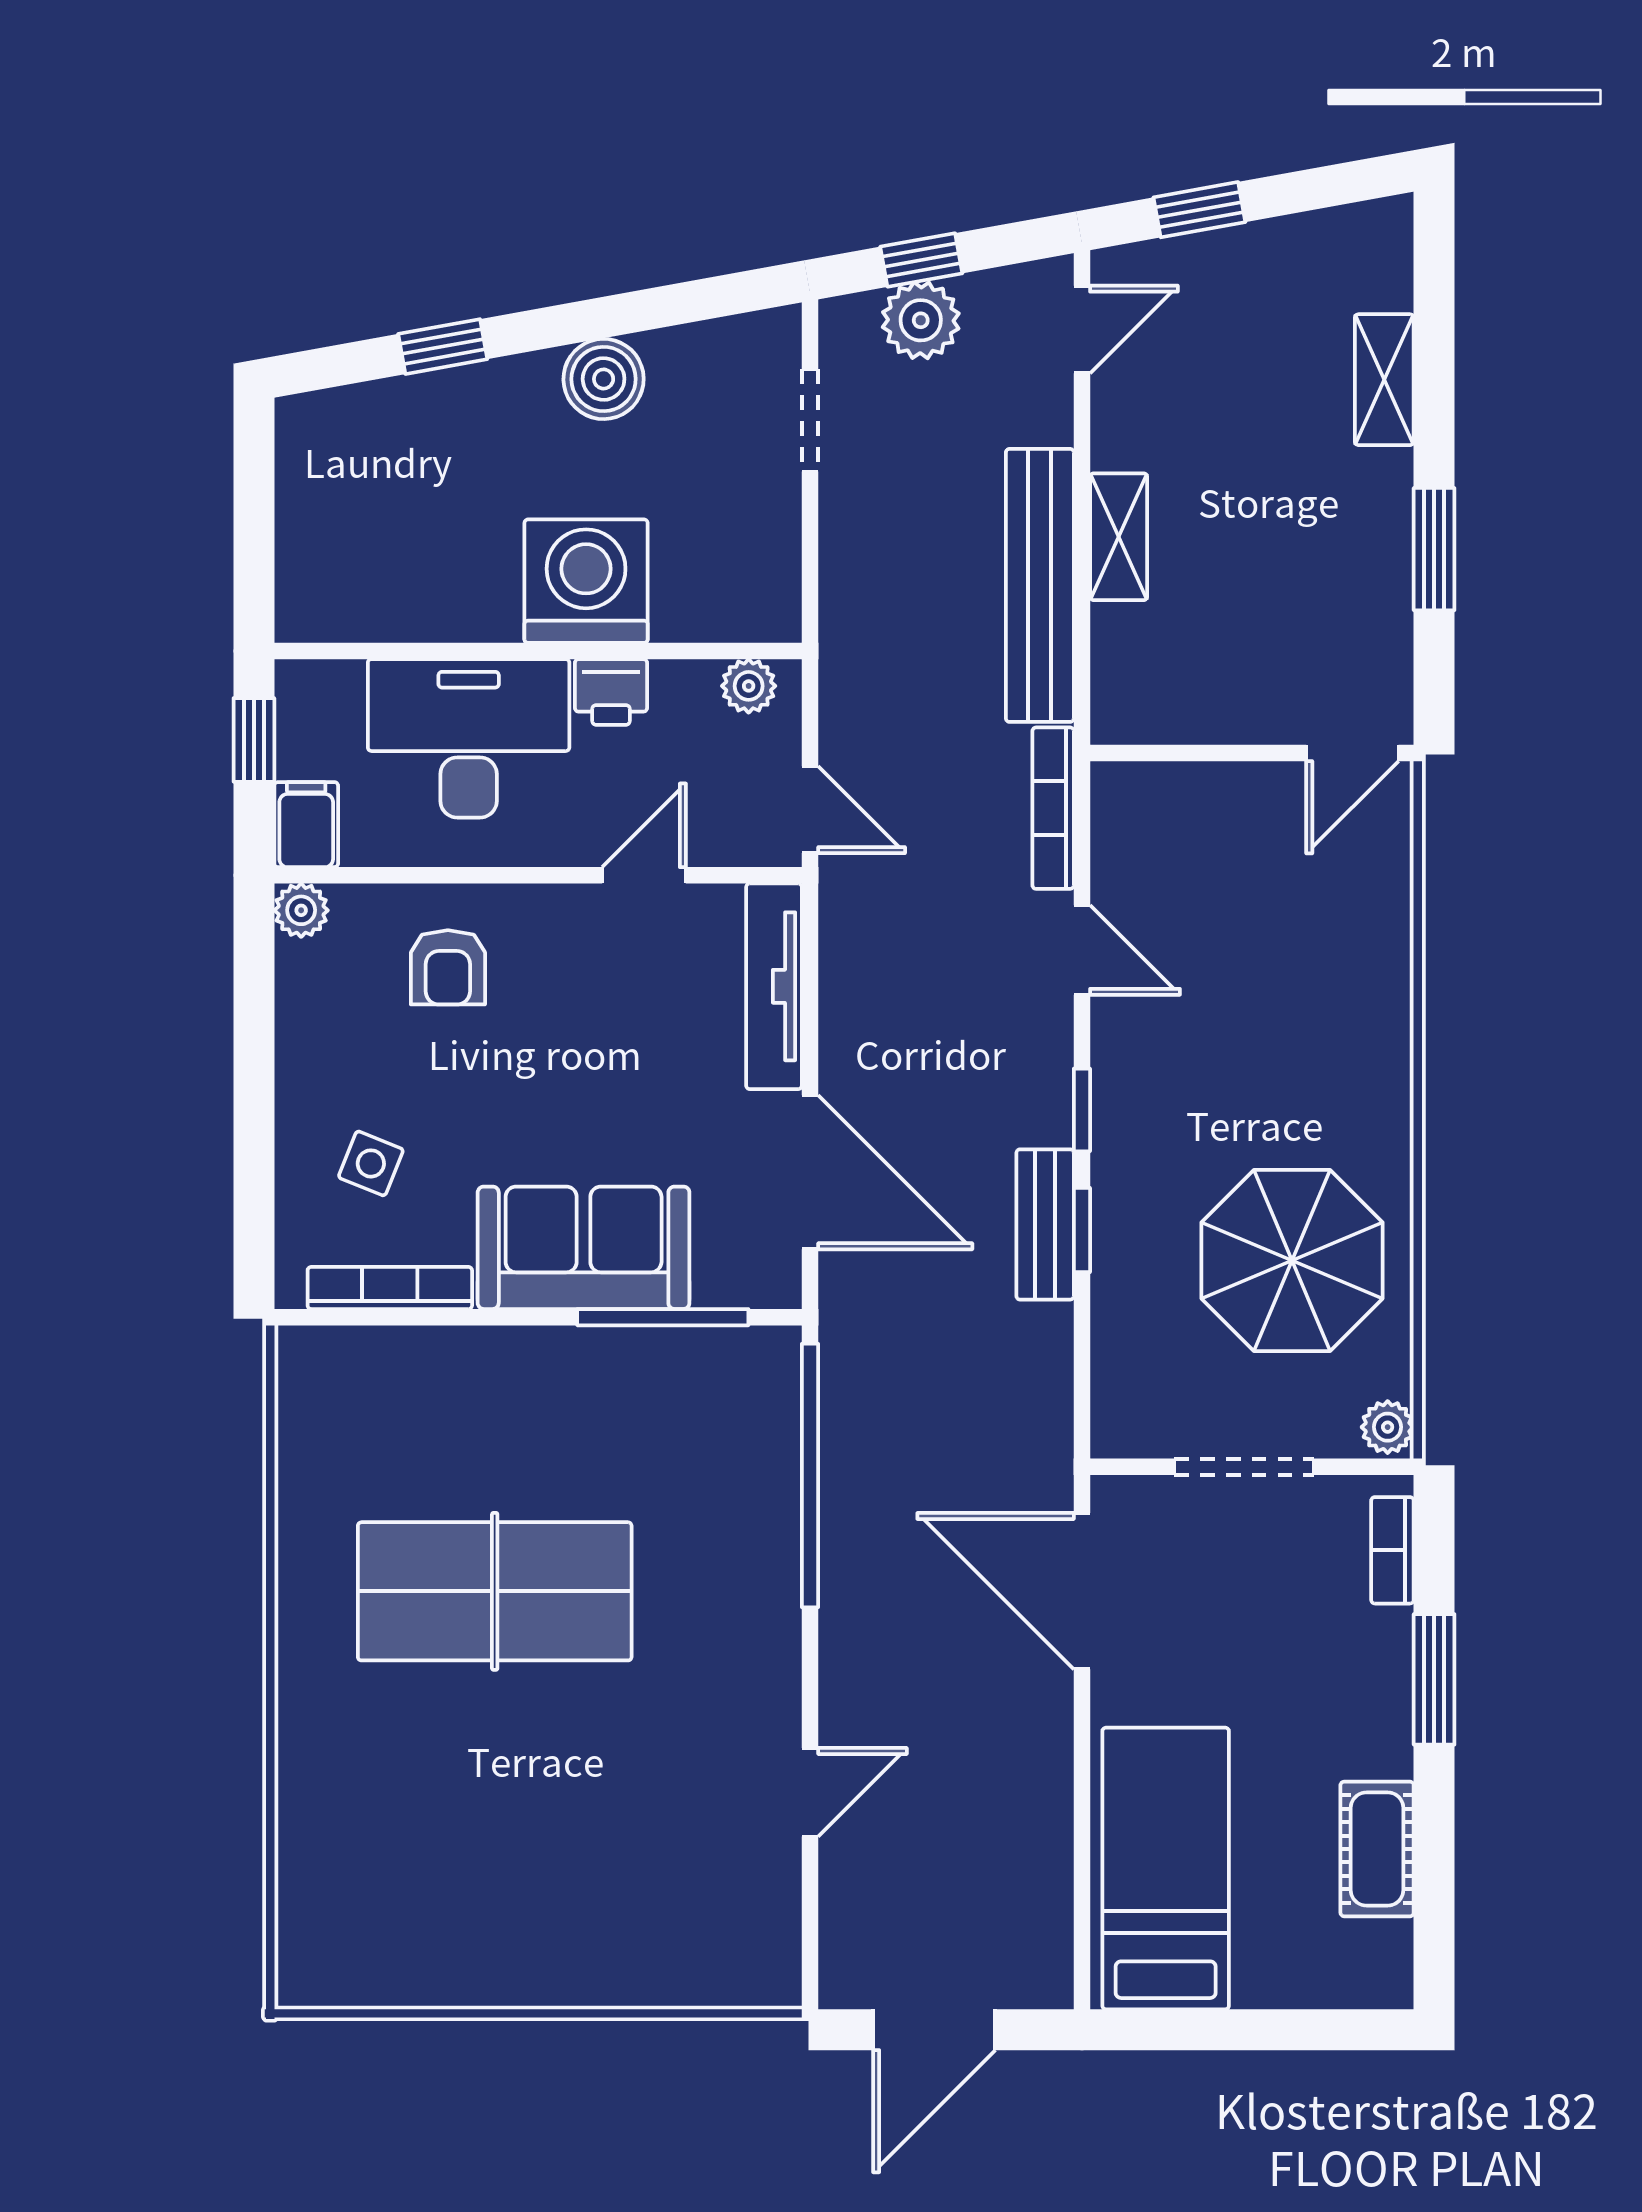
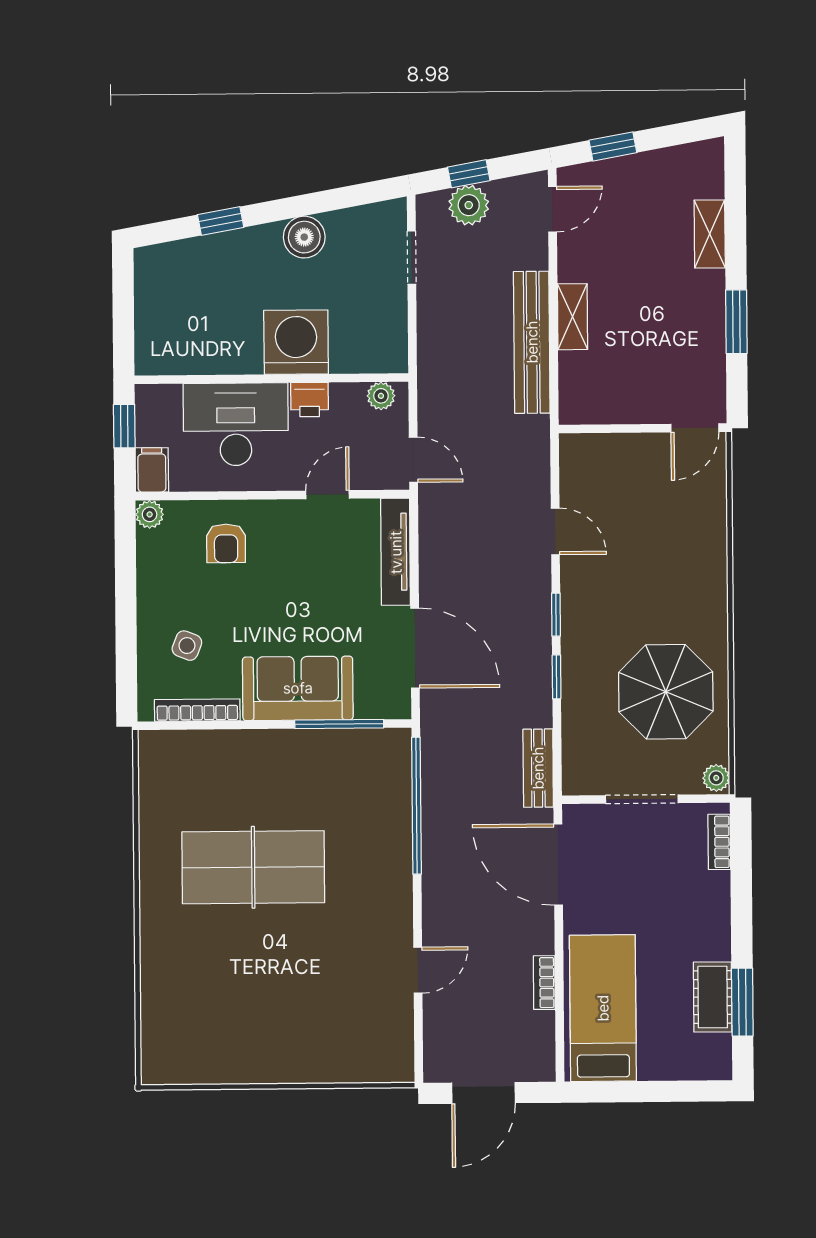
bookcase: (1053, 808) -> (544, 983), moved, width x0.64
bench: (1045, 1224) -> (538, 768), moved
window: (1434, 1679) -> (742, 1002), moved

